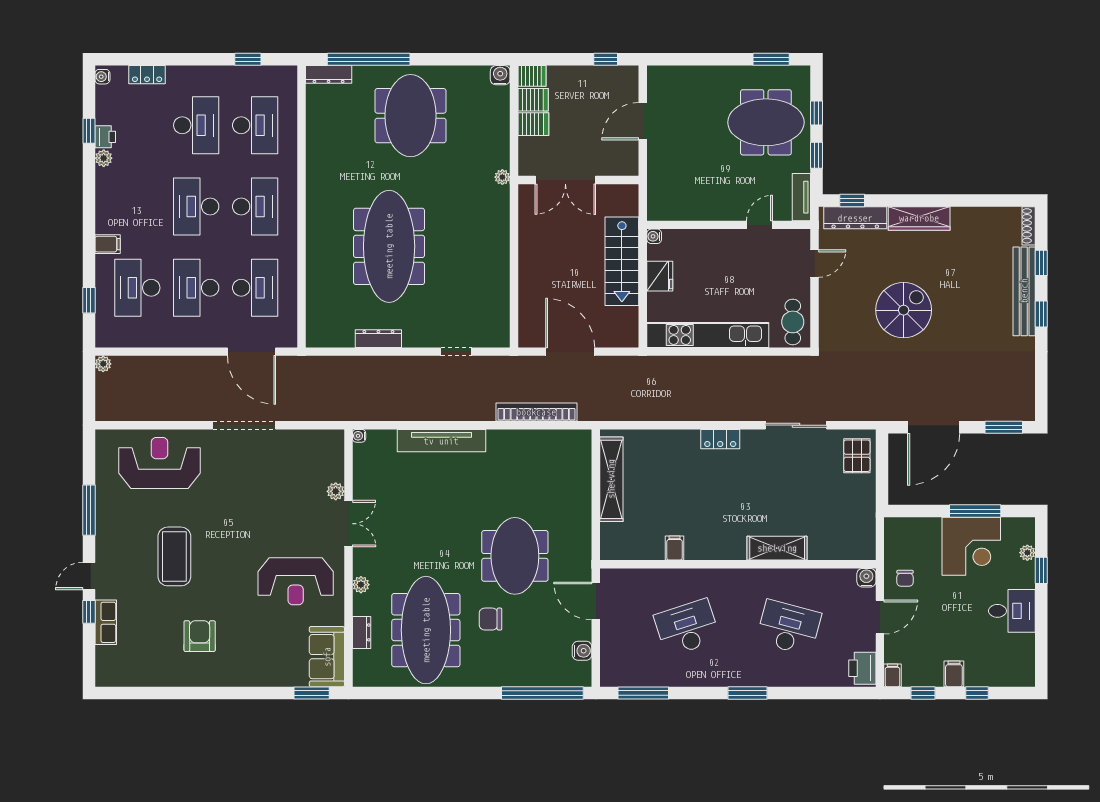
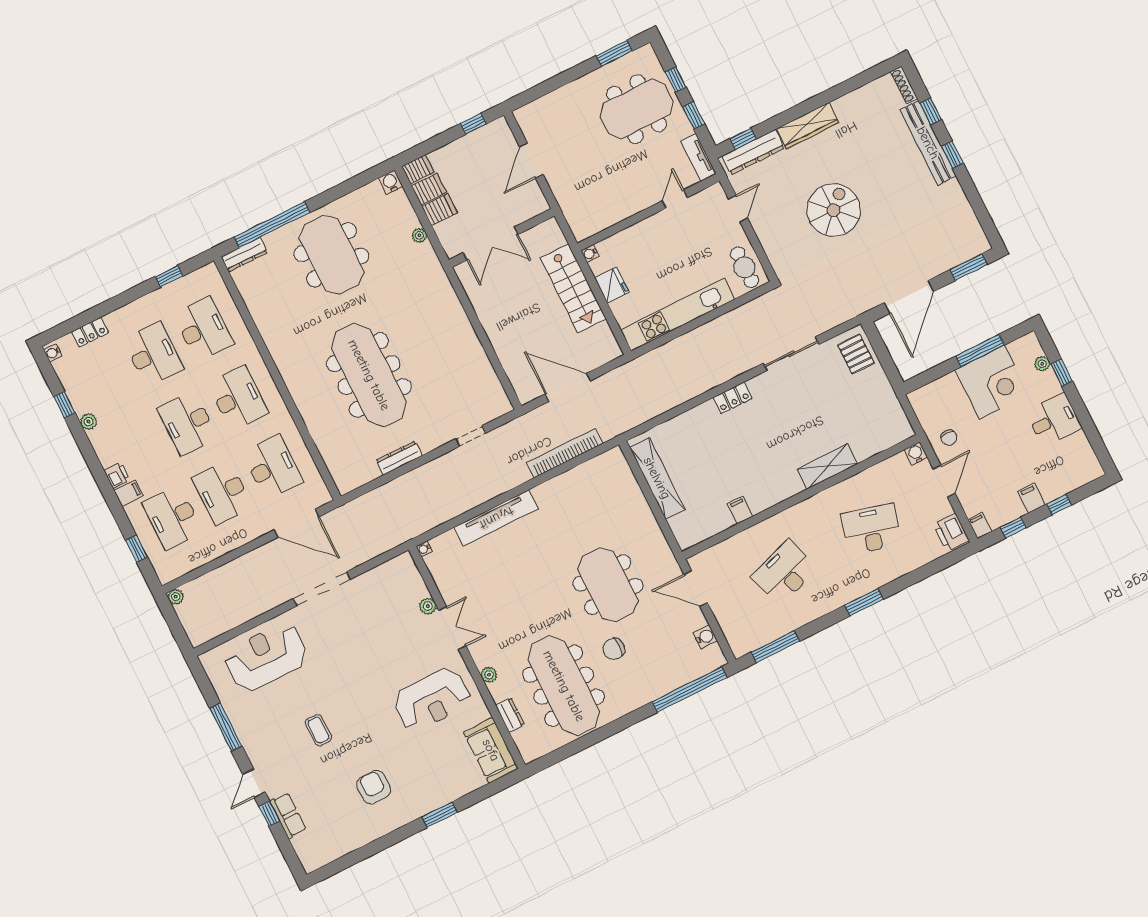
printer: (105, 137) -> (117, 475), moved
plant: (502, 177) -> (419, 235), moved
coffee table: (174, 556) -> (318, 730), width x0.54, depth x0.58
window: (312, 693) -> (440, 815), moved

